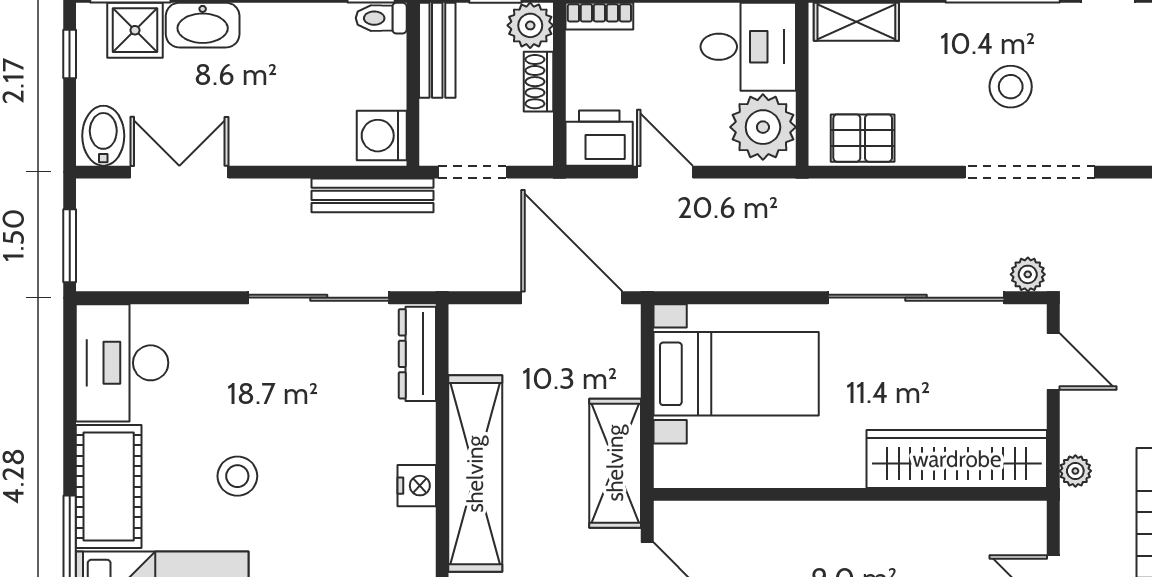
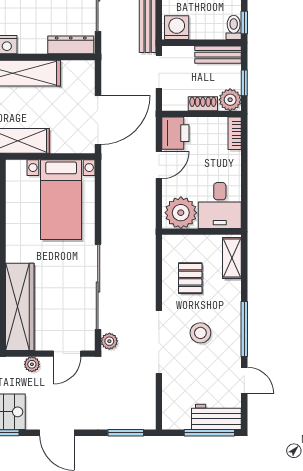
pallet: (863, 138) -> (190, 278), moved
plant: (1075, 471) -> (32, 364), moved

